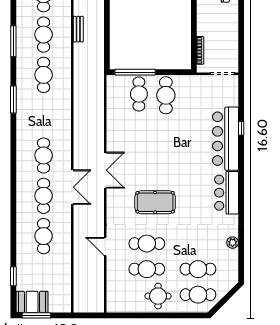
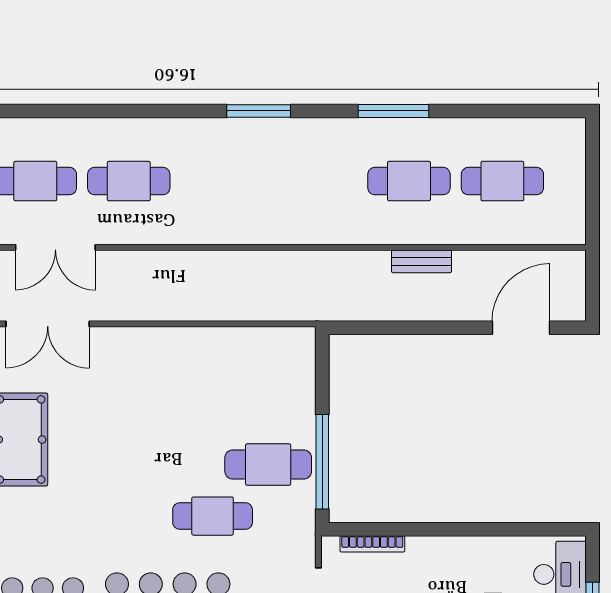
window: (135, 72) -> (322, 462), moved
cafe table: (44, 75) -> (316, 181), removed
cafe table: (139, 94) -> (213, 516), moved
double door: (105, 170) -> (48, 324), moved

